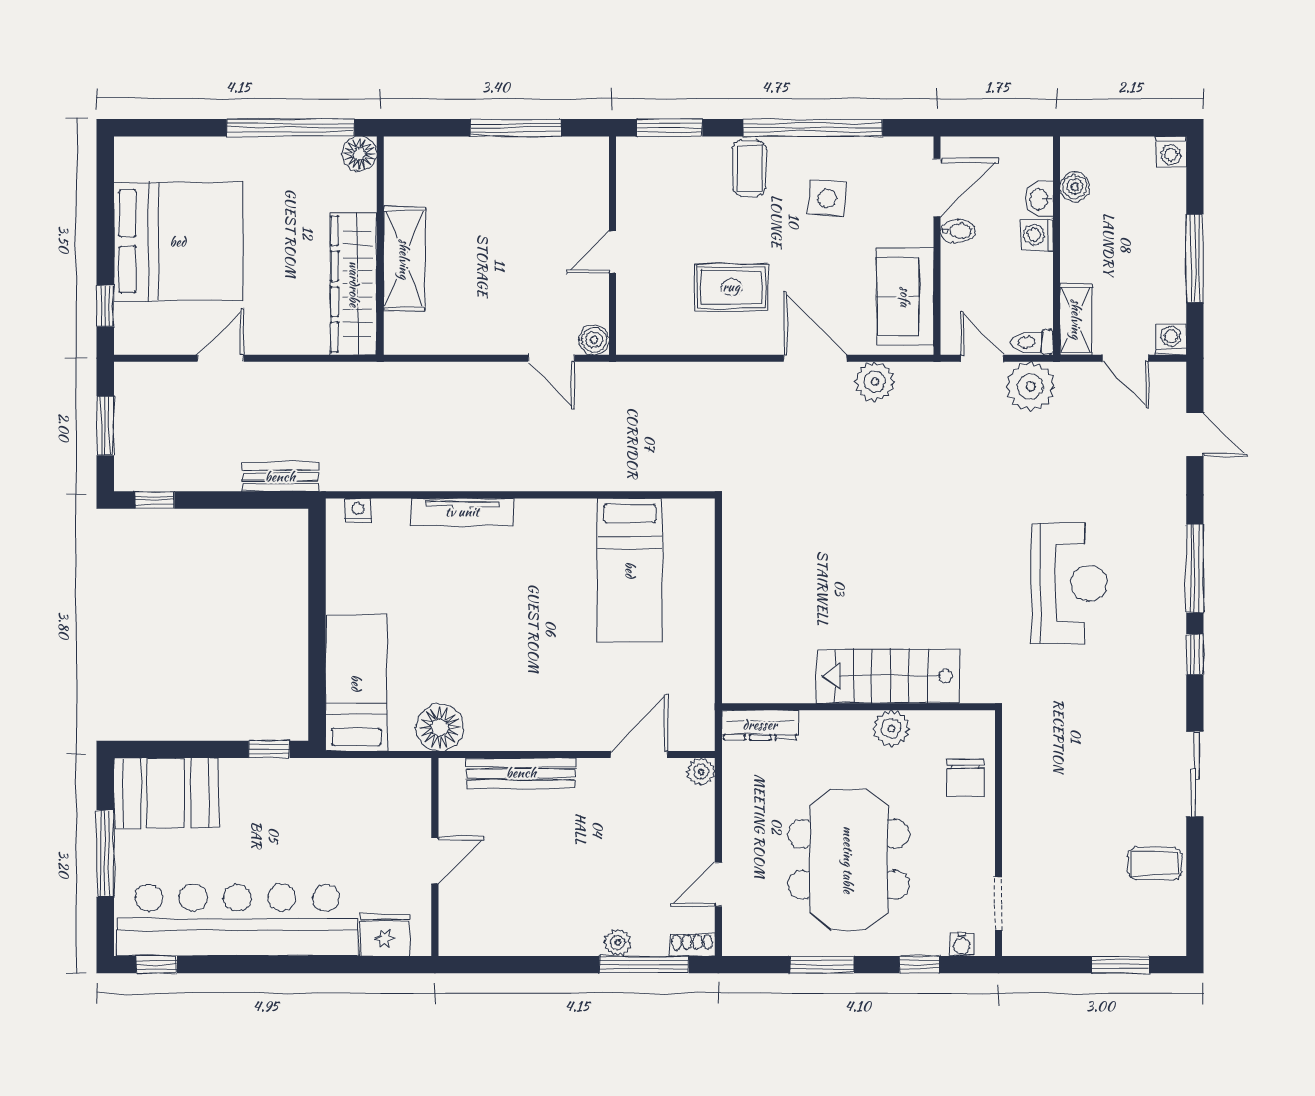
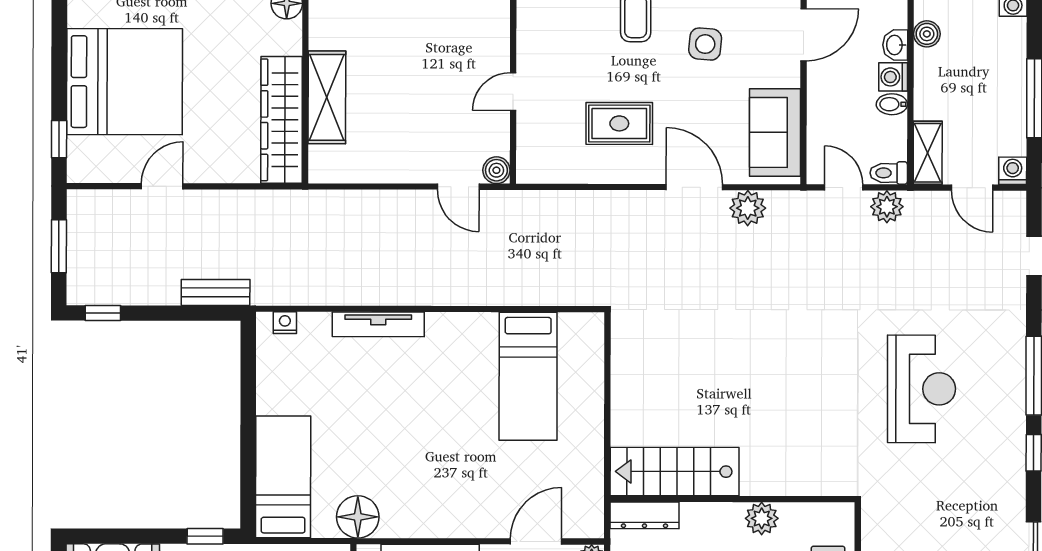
bidet: (958, 231) -> (892, 104), moved, turned 180
plant: (1030, 386) -> (887, 207), width x0.73, depth x0.73
stairs: (888, 676) -> (675, 472), moved

